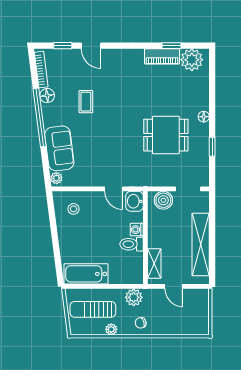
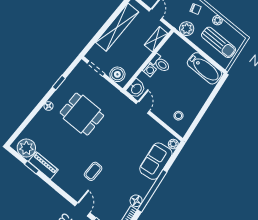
coffee table: (86, 102) -> (93, 171), moved

